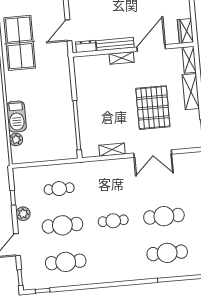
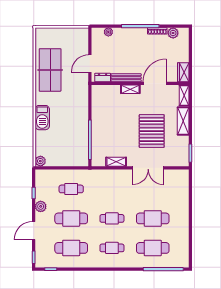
barbecue: (16, 117) -> (42, 118), moved
plant: (16, 139) -> (40, 161), moved
cafe table: (116, 257) -> (112, 248), added

